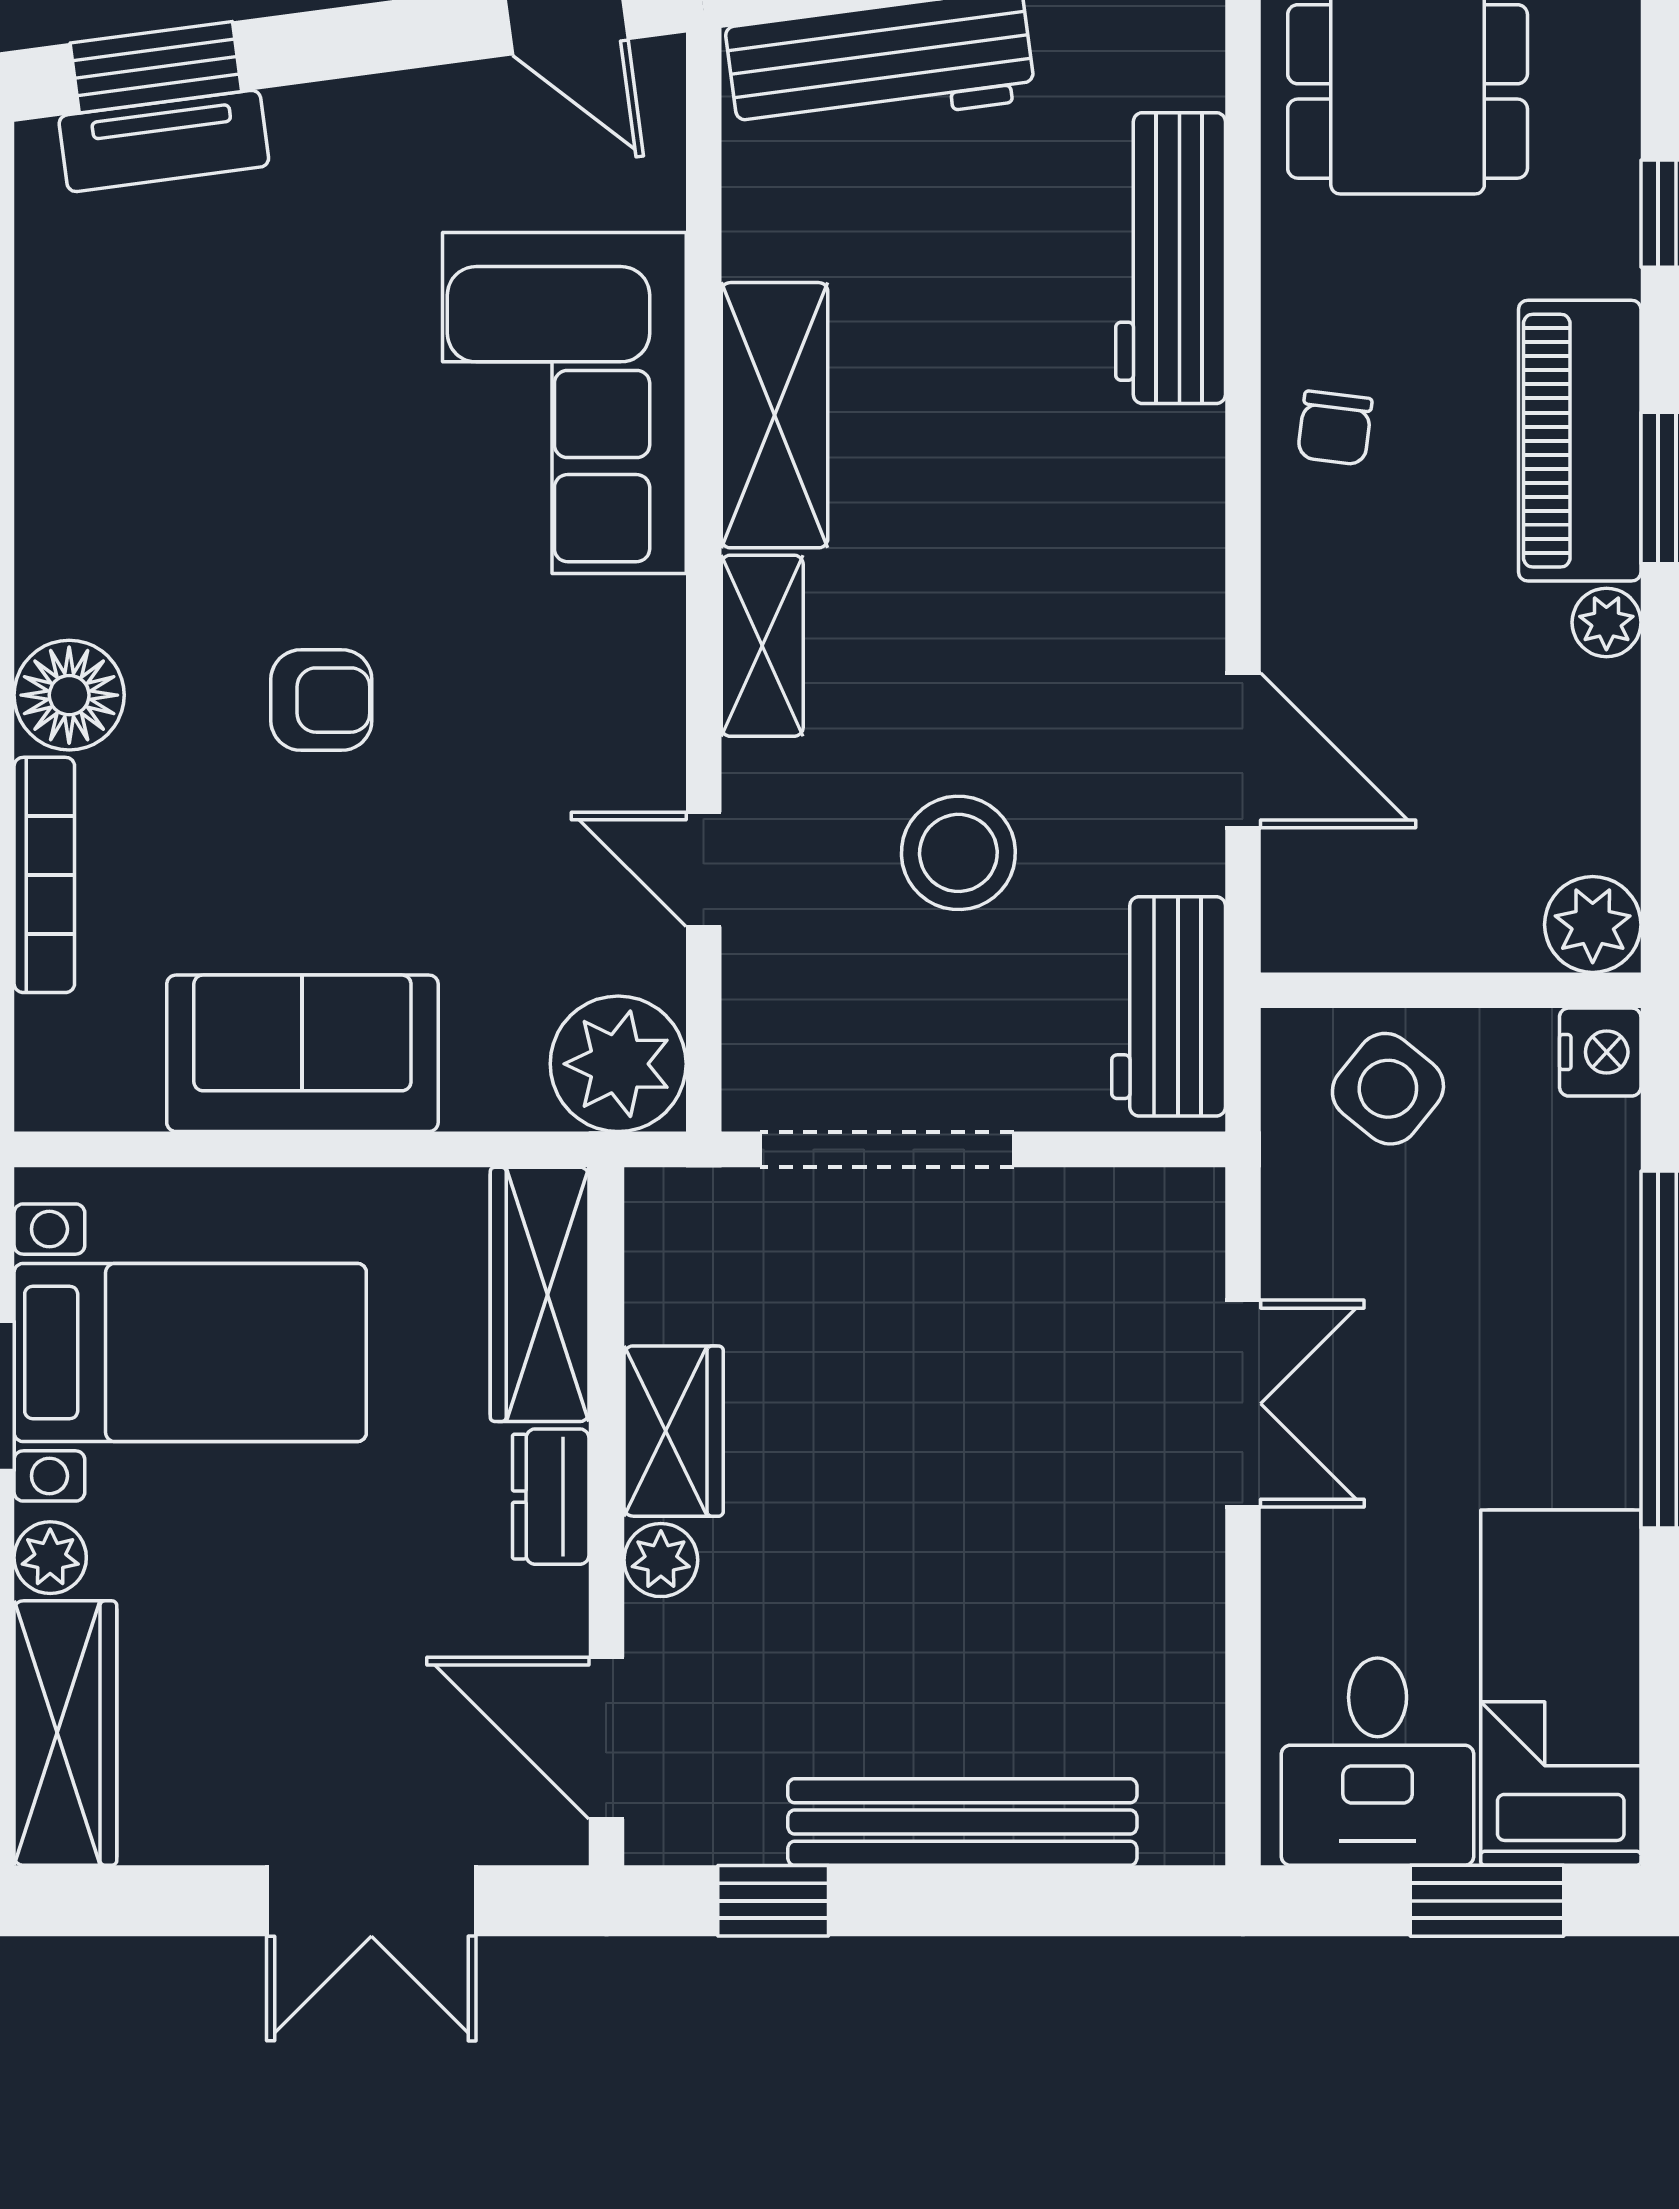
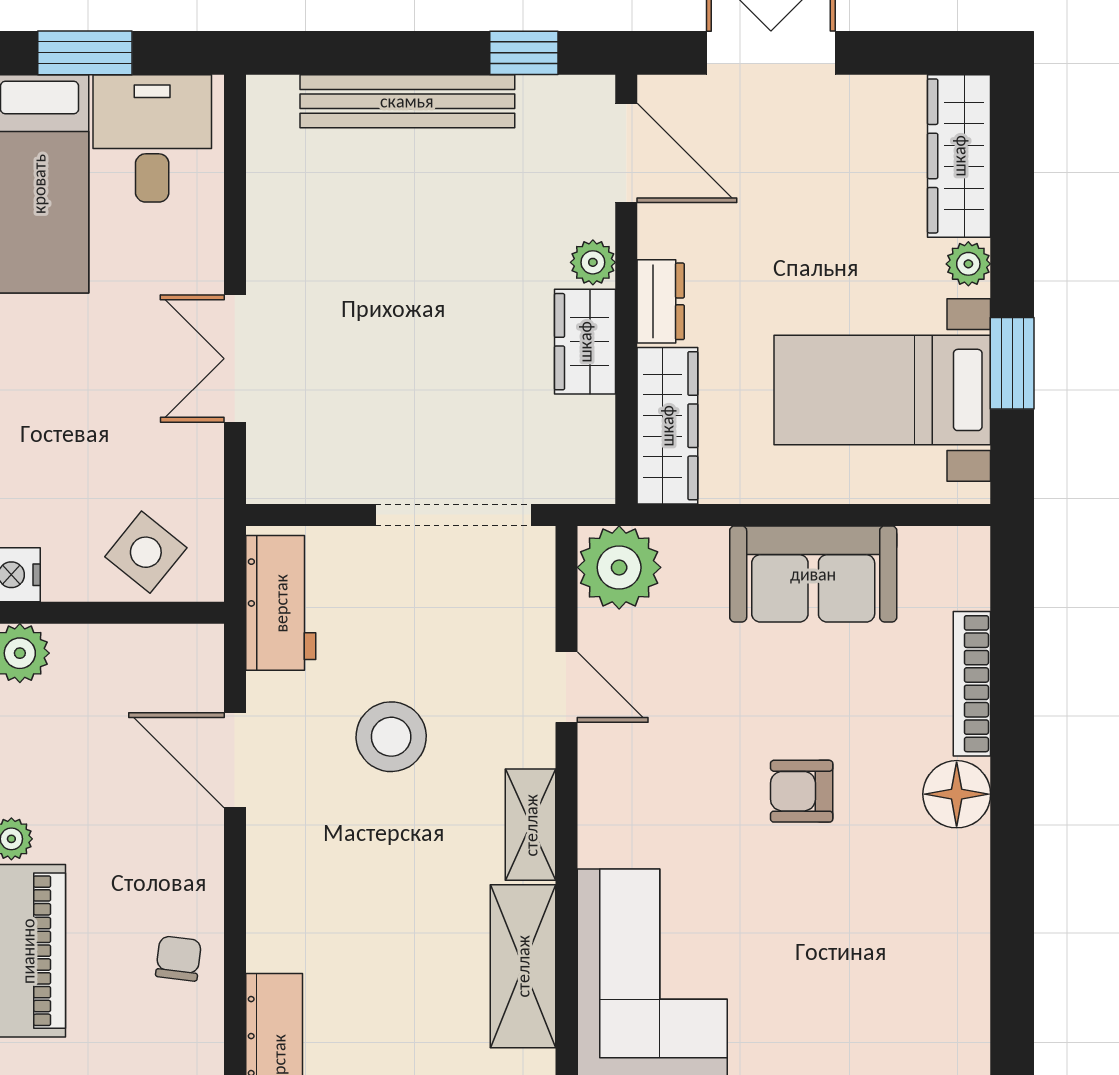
stool: (958, 853) -> (391, 737), moved

